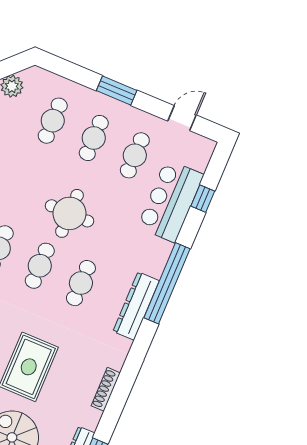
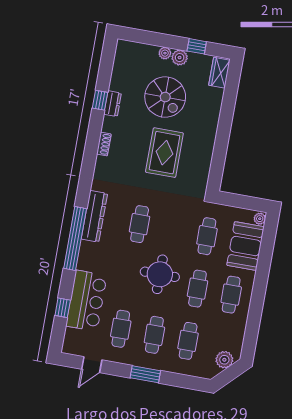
cafe table: (40, 266) -> (197, 289), moved
shoe rack: (106, 389) -> (104, 144), width x0.70

